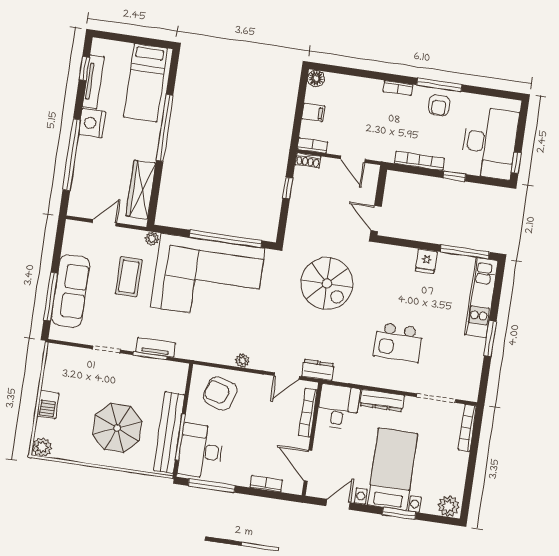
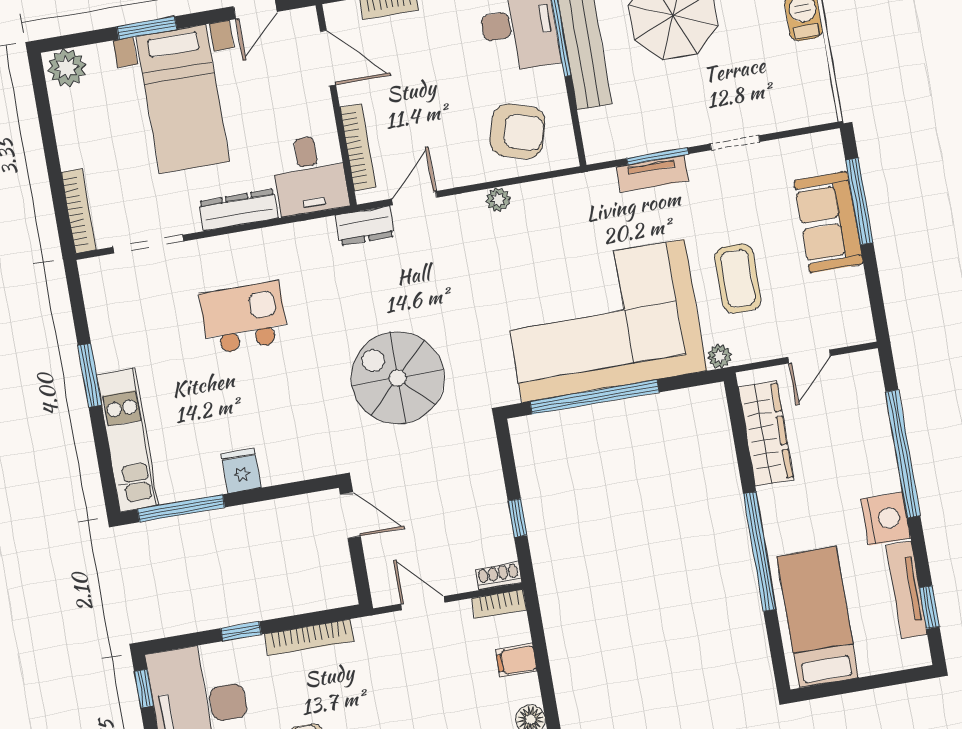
sofa: (71, 291) -> (829, 222), width x0.73

